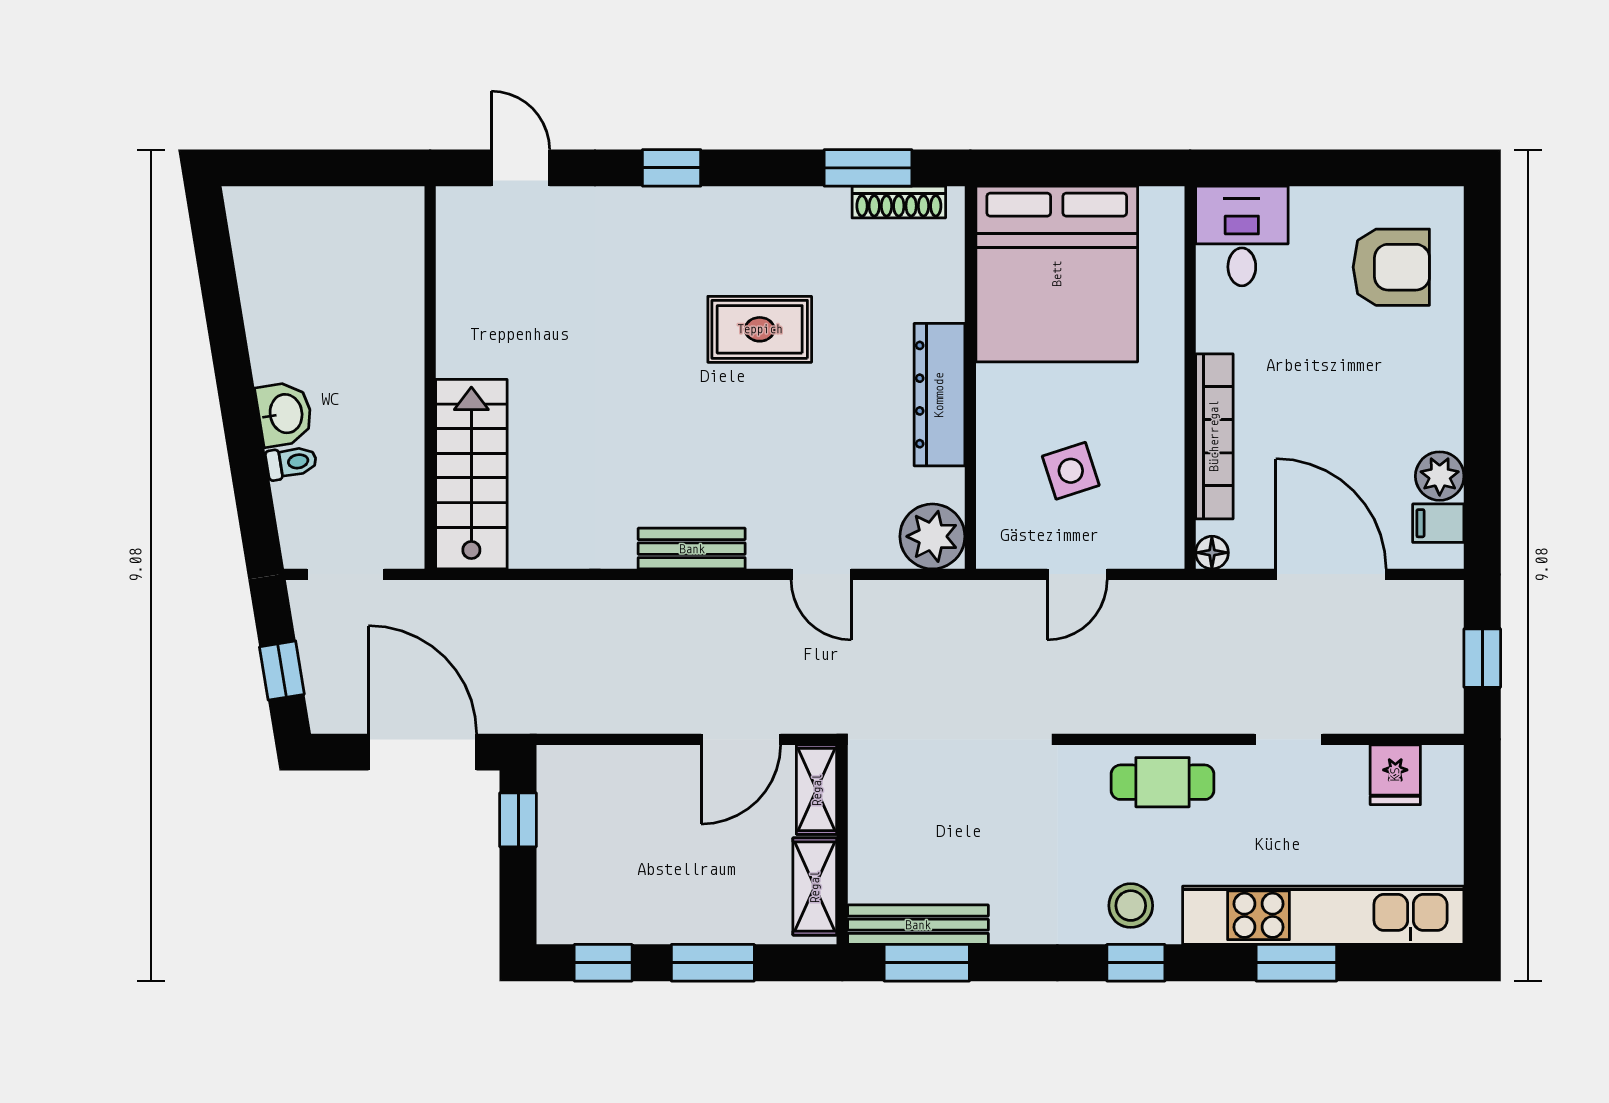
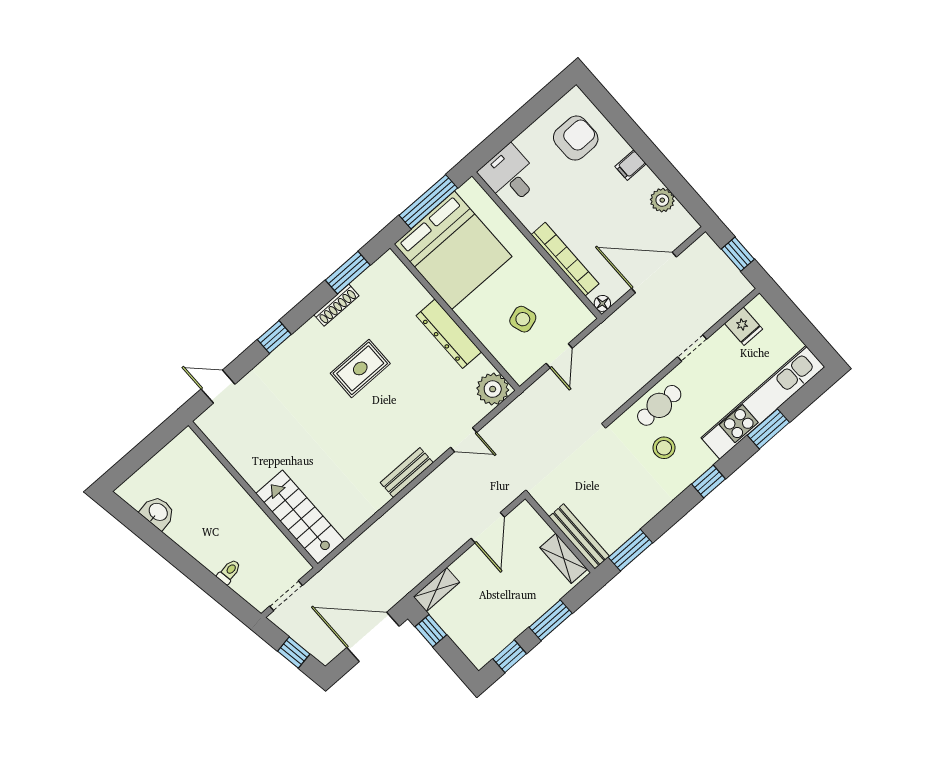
window: (1084, 168) -> (428, 202), added
shoe rack: (899, 202) -> (336, 305), moved
washbasin: (285, 414) -> (158, 512), moved
filing cabinet: (1438, 523) -> (631, 165), moved
shelving: (817, 790) -> (436, 590), moved, turned 90
stool: (1131, 906) -> (664, 448), moved
bench: (918, 925) -> (579, 536), moved, turned 90

